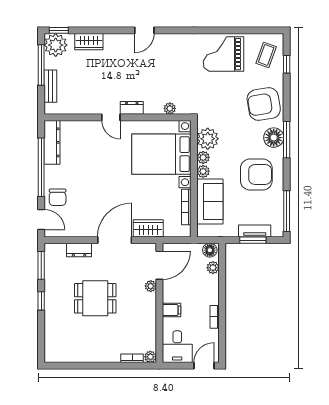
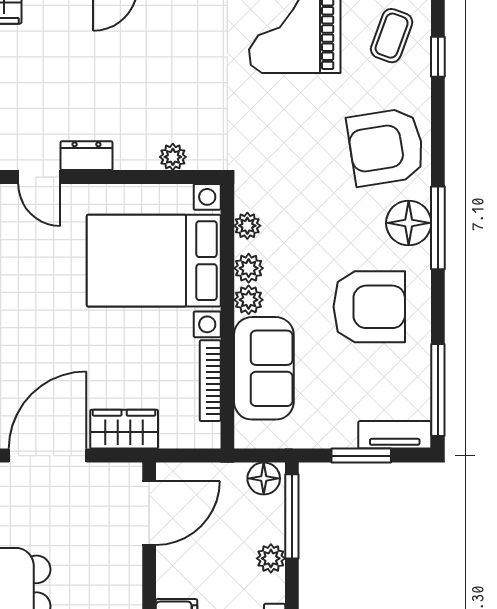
plant: (208, 139) -> (247, 226), width x0.53, depth x0.53
tv unit: (255, 231) -> (395, 435), moved
window: (222, 267) -> (292, 516), added
plant: (213, 268) -> (271, 558), moved
plant: (151, 286) -> (129, 560), removed

